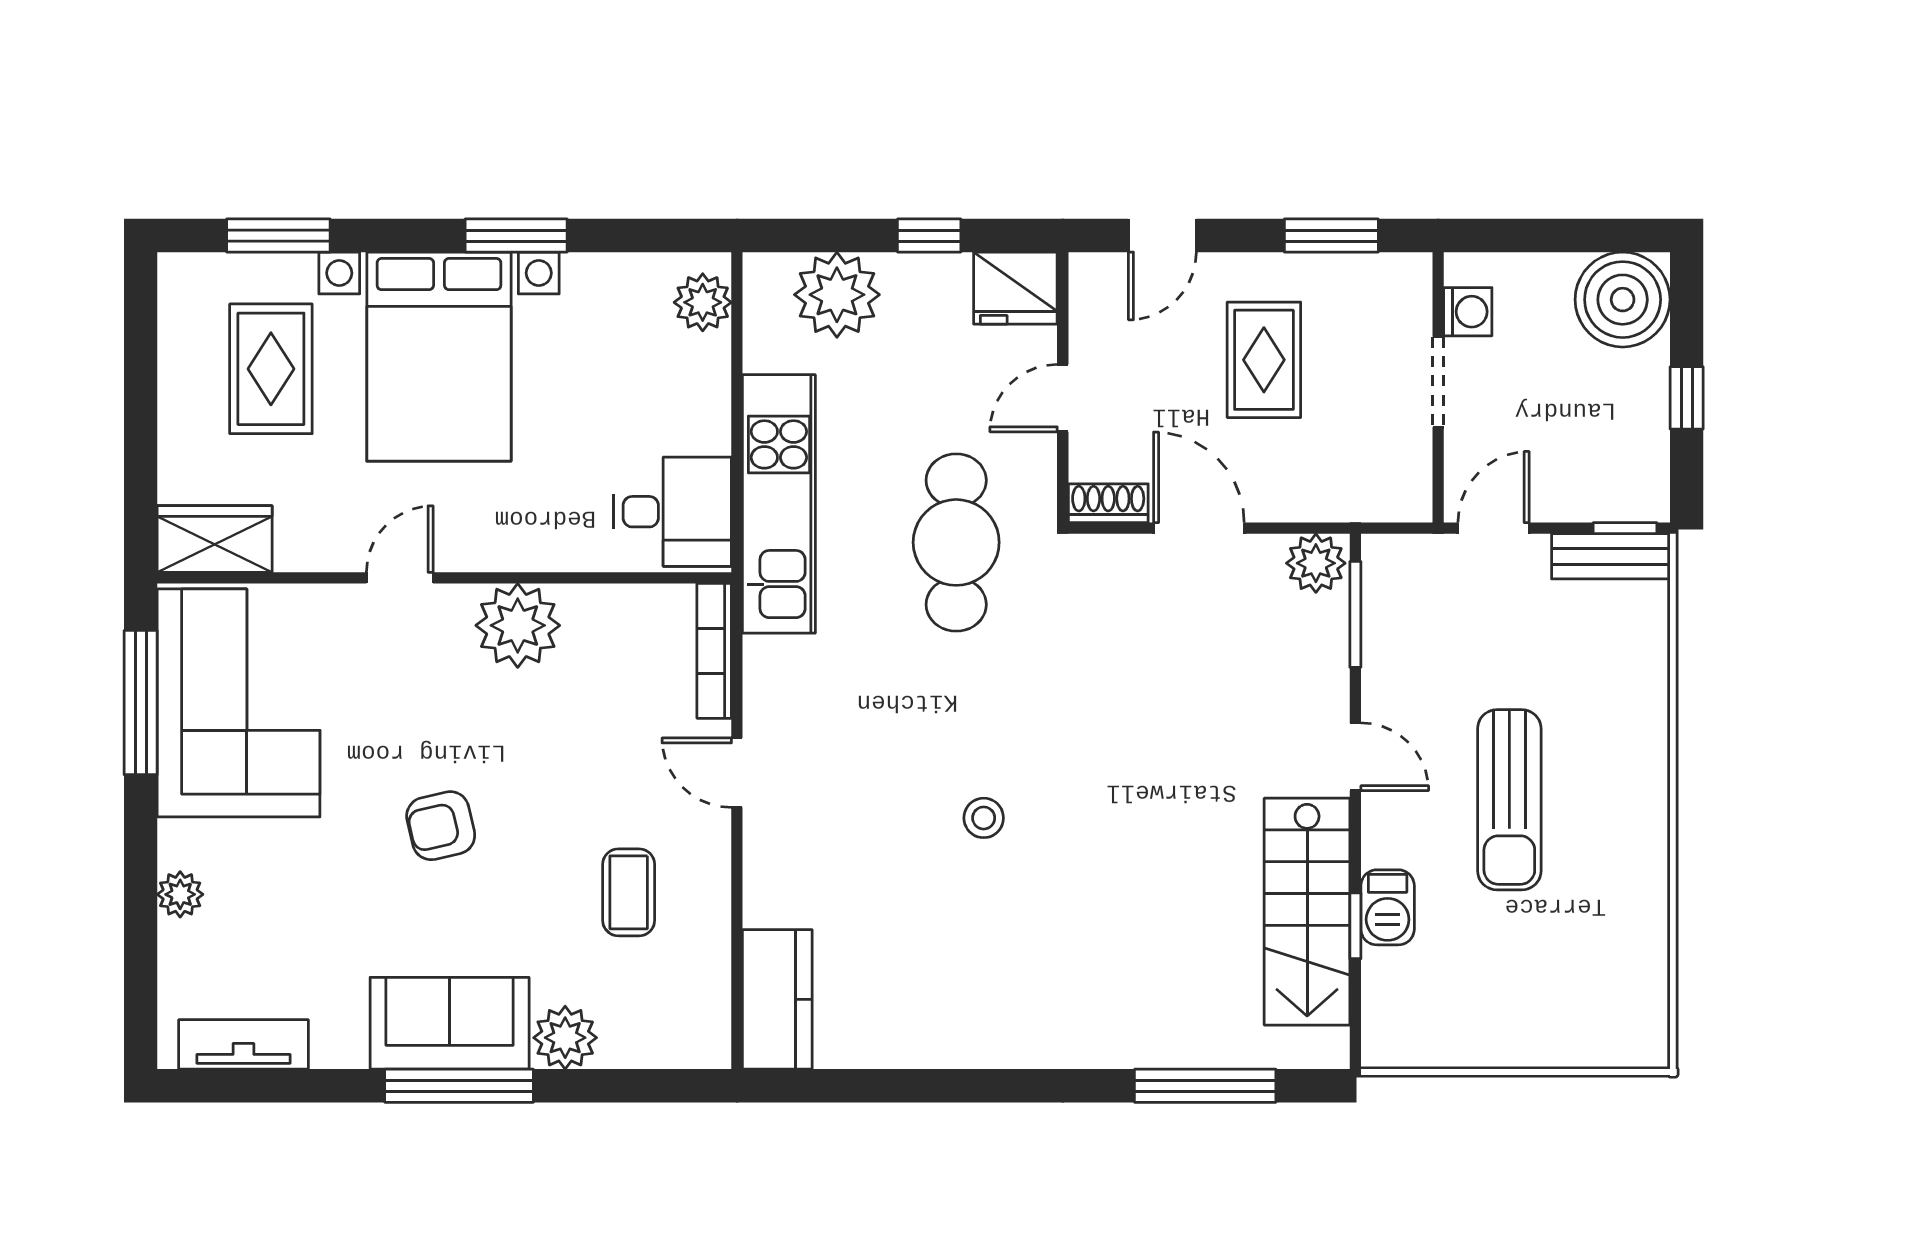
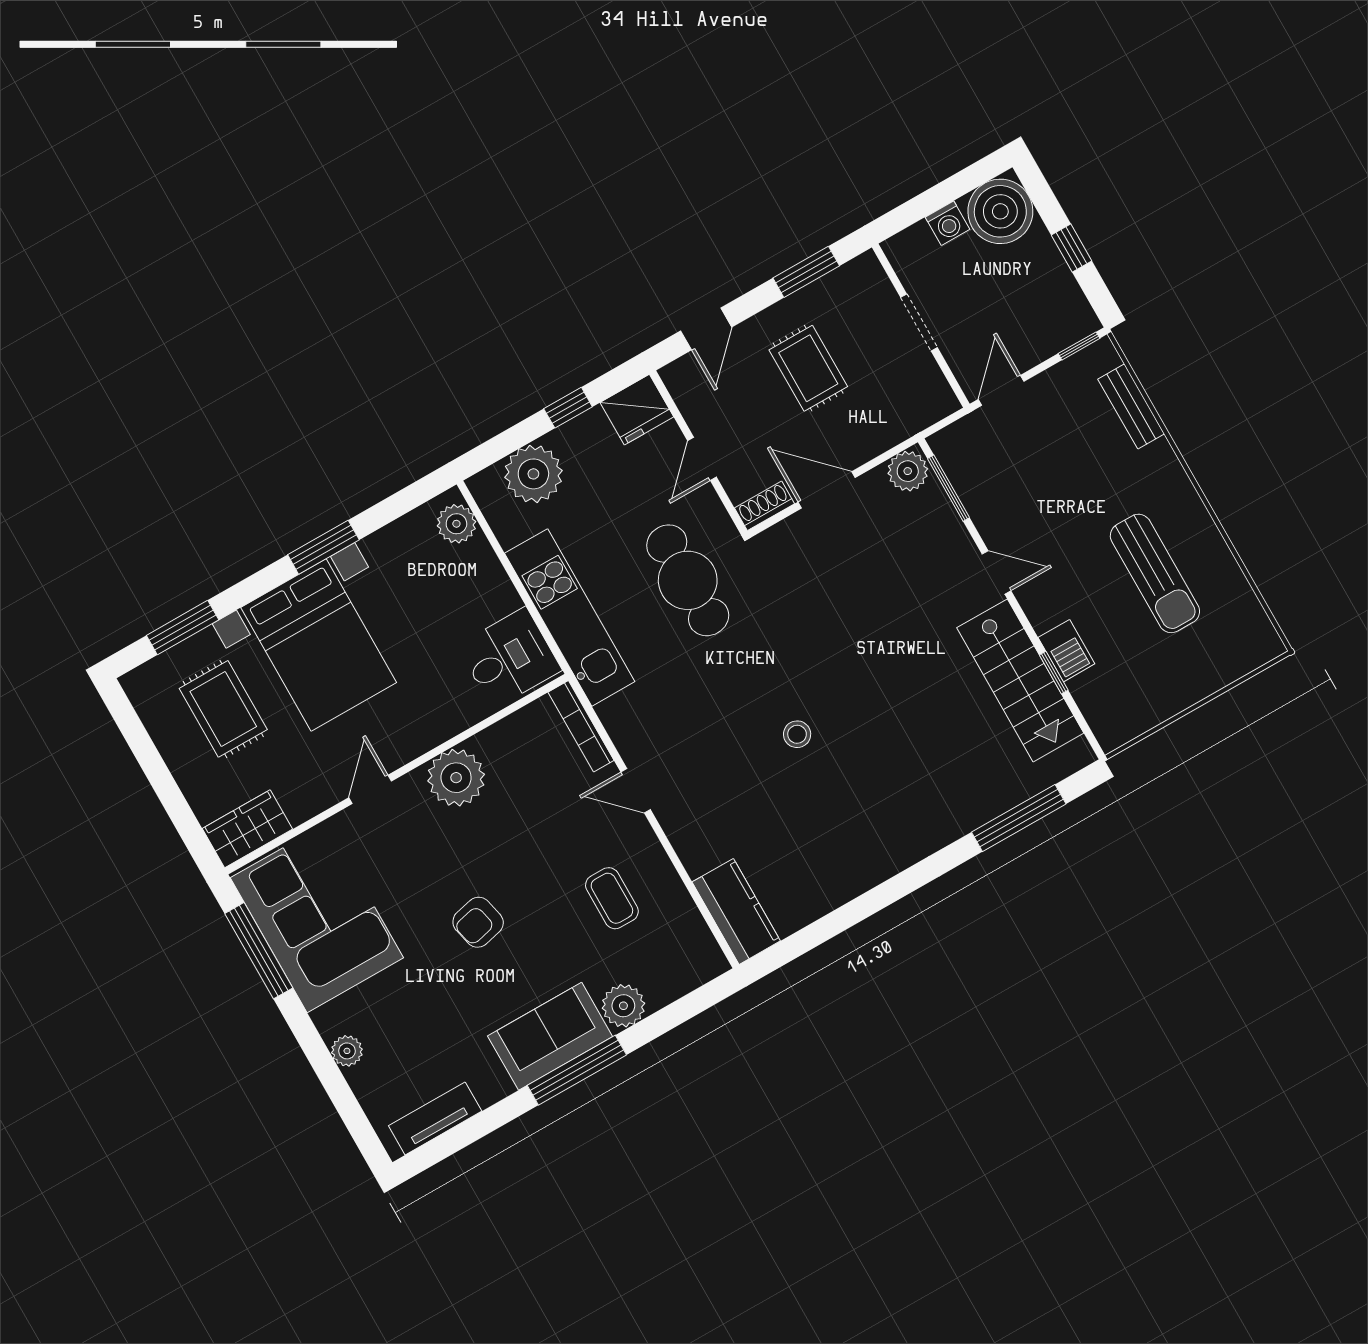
washing machine: (1468, 312) -> (947, 223), moved, turned 90
bench: (1611, 556) -> (1131, 406), moved, turned 90
sun lounger: (1509, 800) -> (1155, 573), moved

